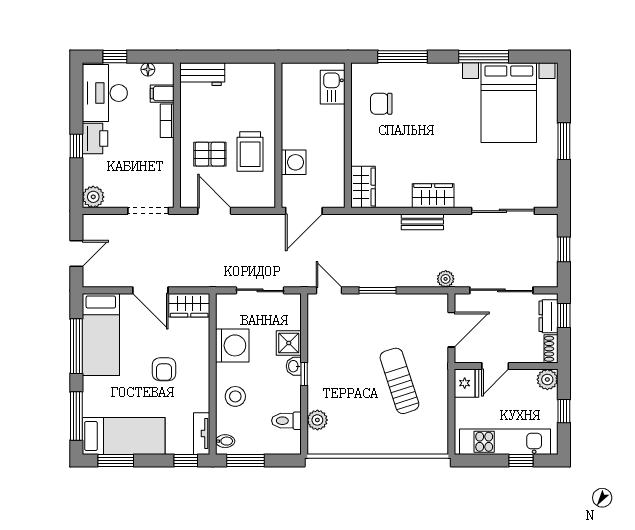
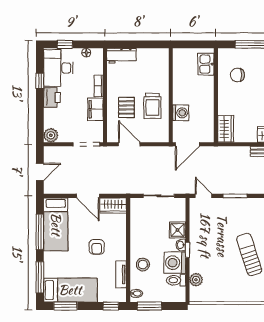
filing cabinet: (162, 94) -> (95, 109), moved, width x2.00
window: (76, 146) -> (40, 81), moved
pallet: (210, 154) -> (126, 108), turned 90
washing machine: (232, 345) -> (175, 263), moved, turned 180
tv unit: (202, 434) -> (121, 274), moved

